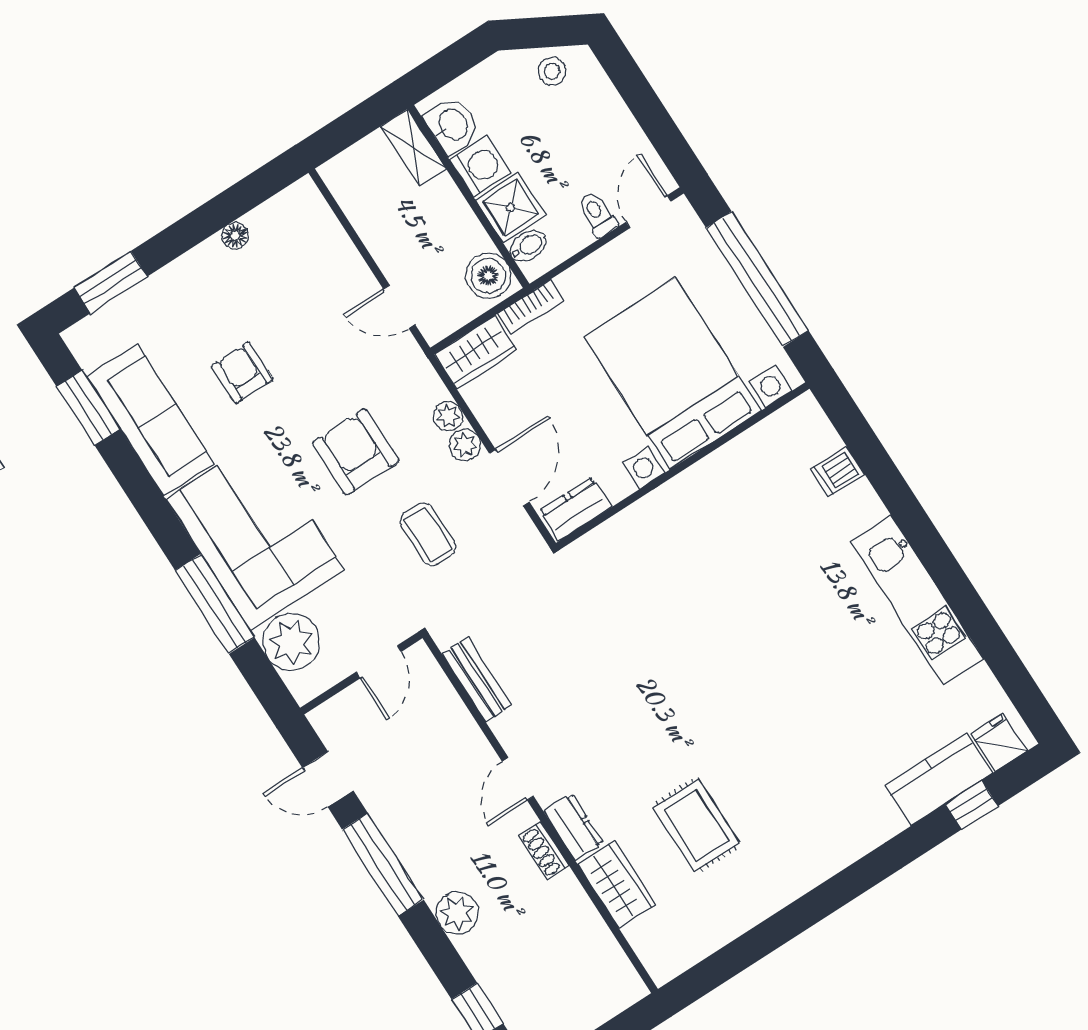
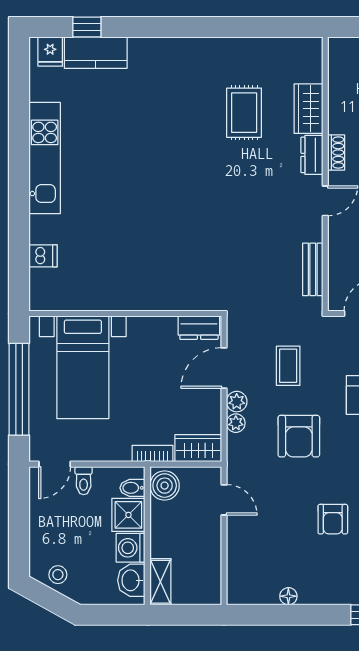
bed with nightstands: (673, 374) -> (83, 367), width x0.73

